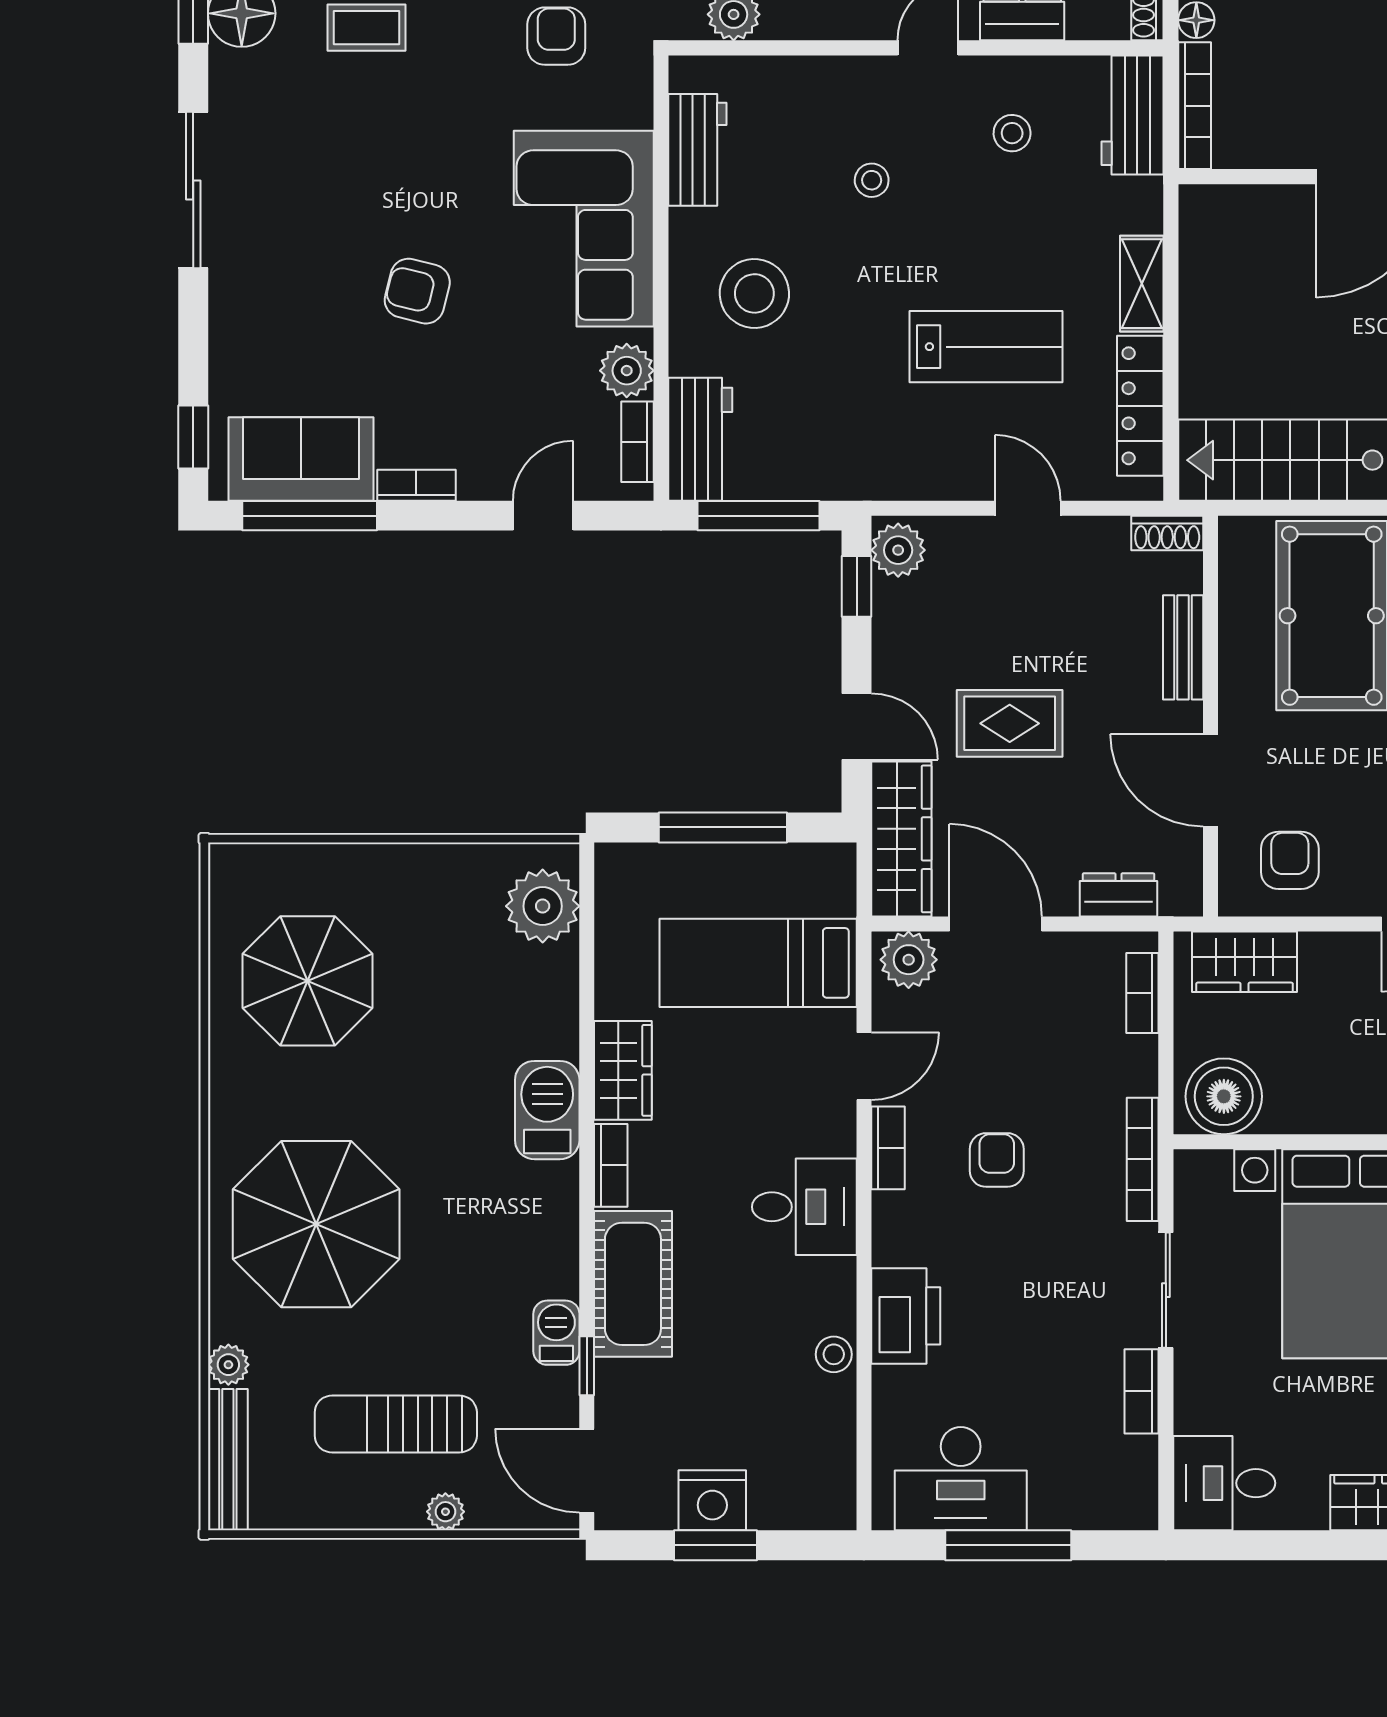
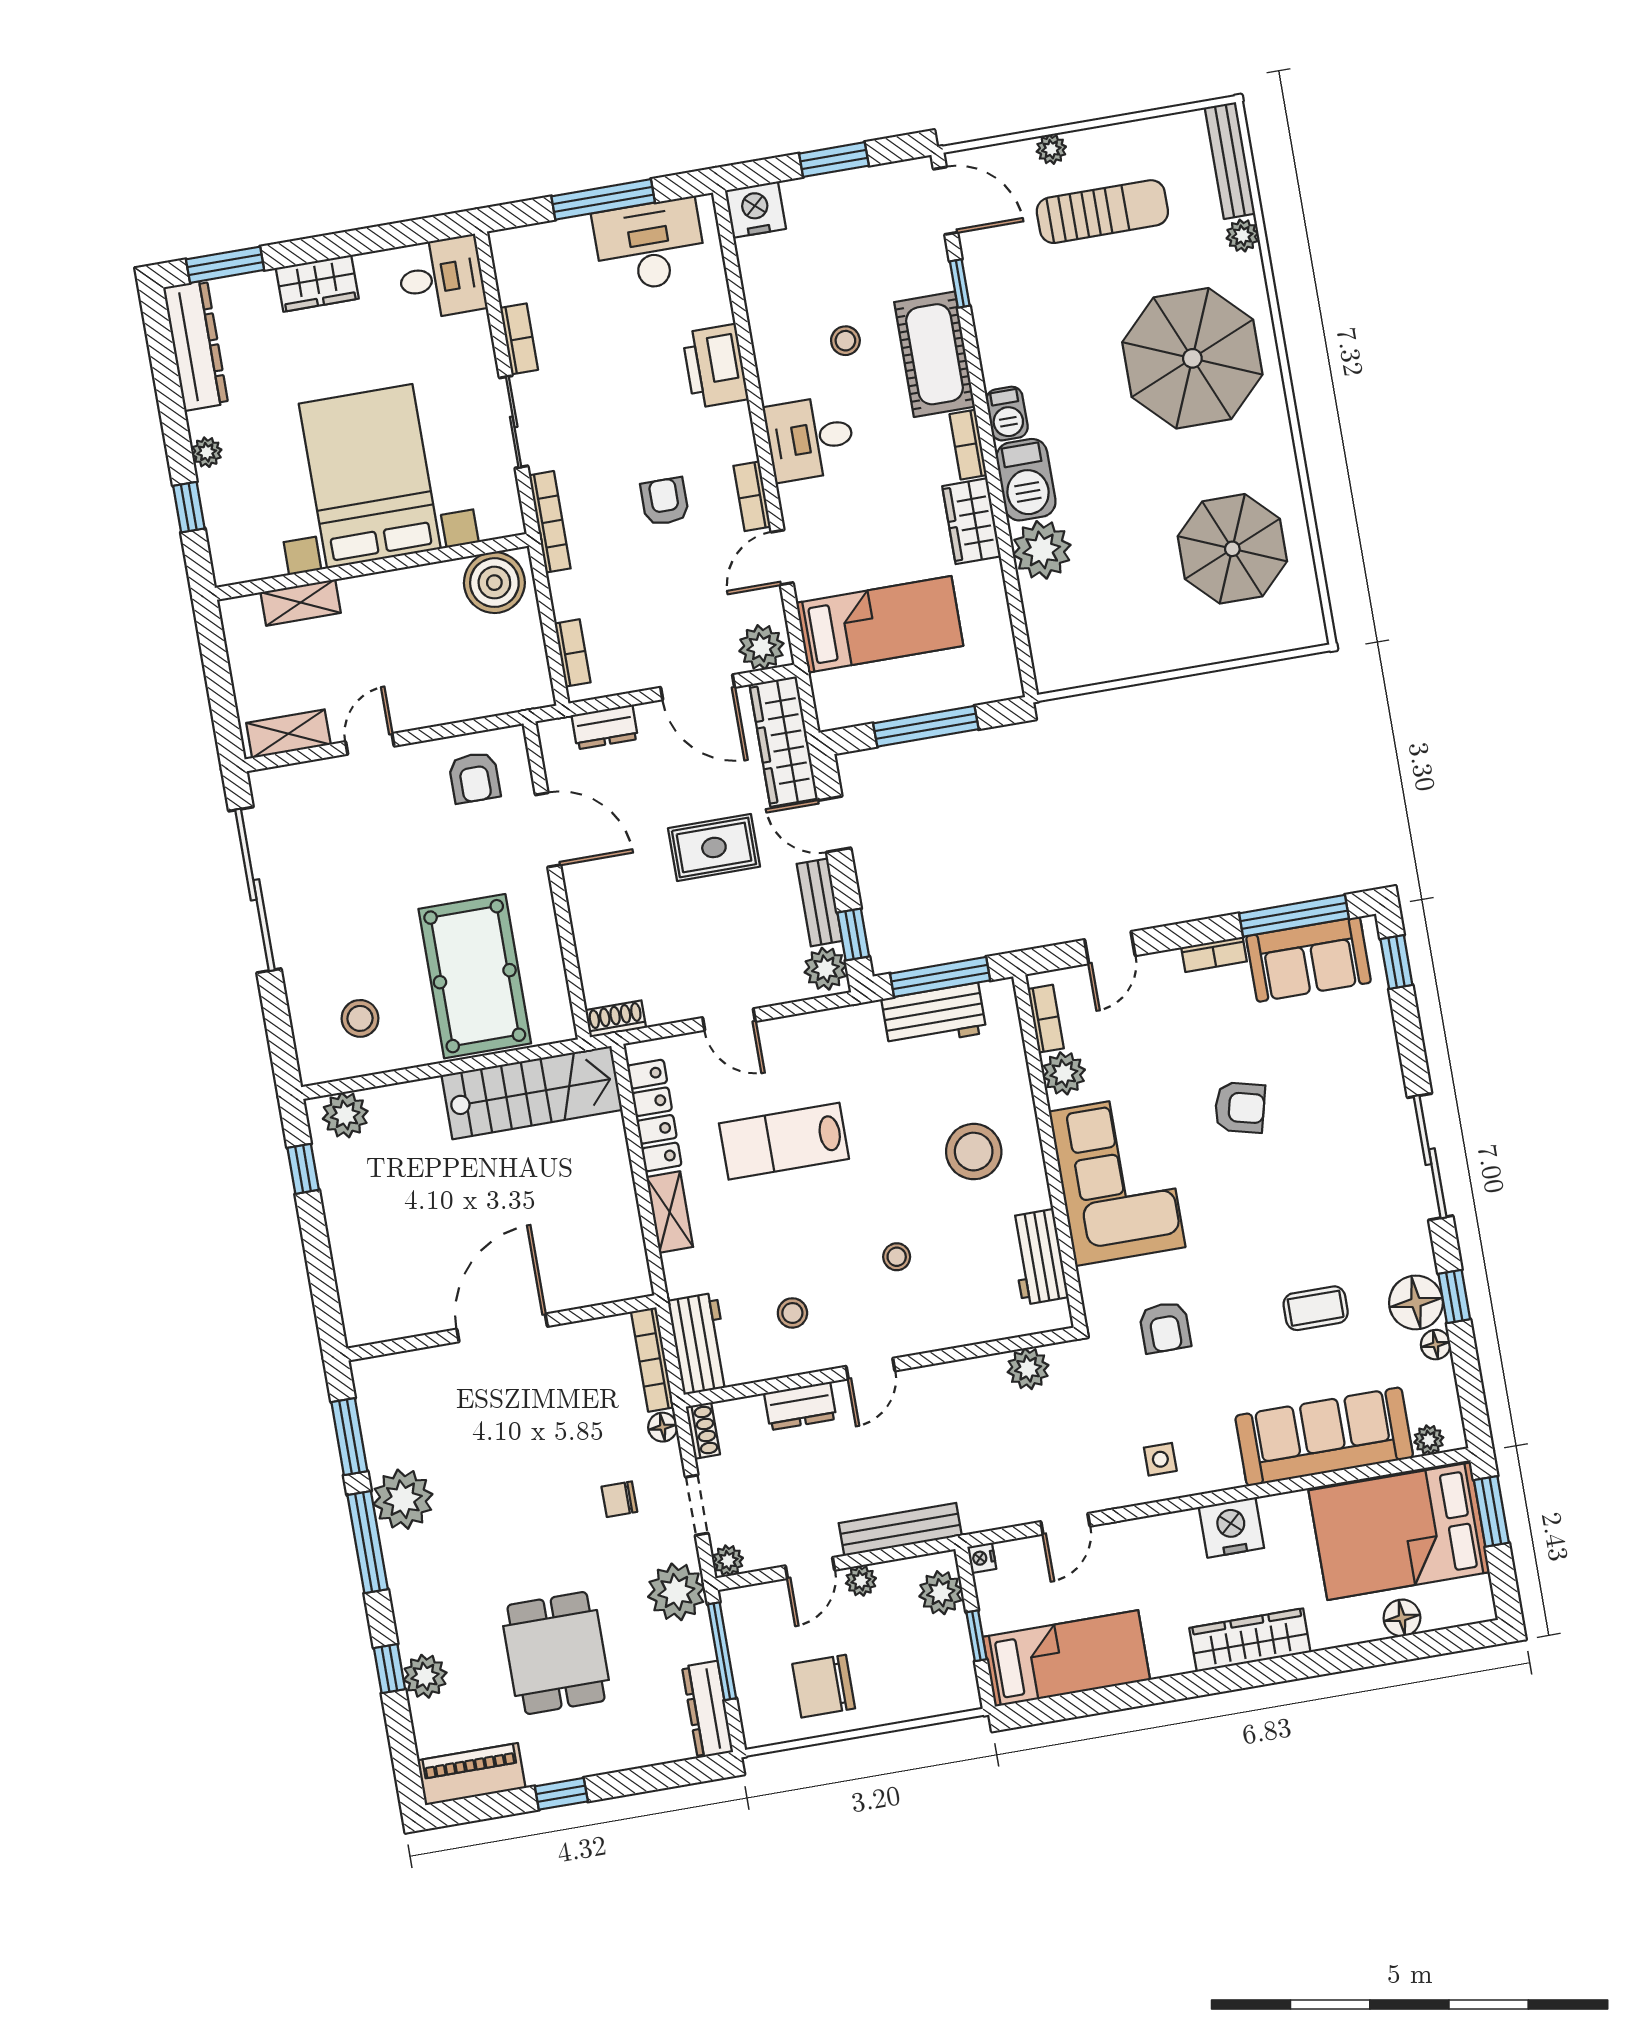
workbench: (700, 439) -> (934, 1016), moved, turned -90
bench: (1183, 647) -> (819, 902), moved
plant: (543, 906) -> (1042, 550), moved
wardrobe: (1245, 962) -> (496, 691), removed
armchair: (997, 1160) -> (665, 502), turned 180
barbecue: (556, 1333) -> (1007, 414), moved
stool: (834, 1354) -> (845, 341), moved
nightstand: (712, 1500) -> (755, 210), moved

